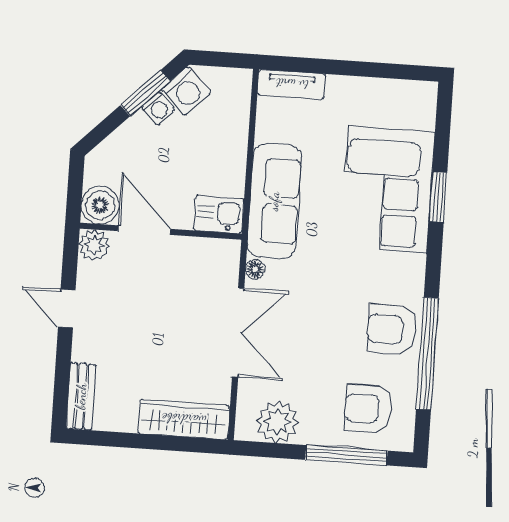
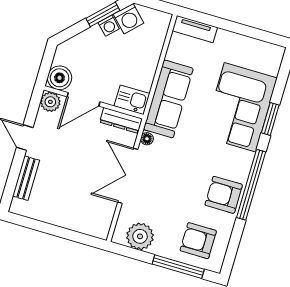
door: (144, 230) -> (84, 99), swing flipped
dresser: (209, 250) -> (121, 120), added
double door: (238, 333) -> (128, 176), swing flipped
window: (427, 354) -> (251, 185), moved
bench: (81, 396) -> (26, 178), moved
wardrobe: (184, 419) -> (82, 222), removed

